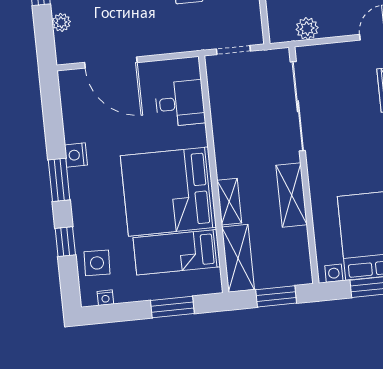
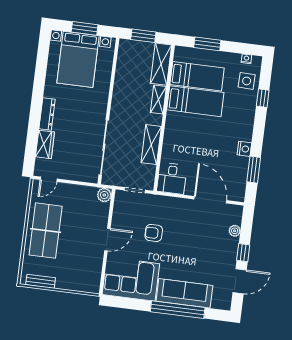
plant: (307, 29) -> (104, 195), moved
desk: (180, 103) -> (172, 178), moved, turned -90
window: (59, 180) -> (254, 170), moved
bed: (168, 192) -> (195, 101), width x0.49
shelving: (292, 195) -> (151, 145), moved

